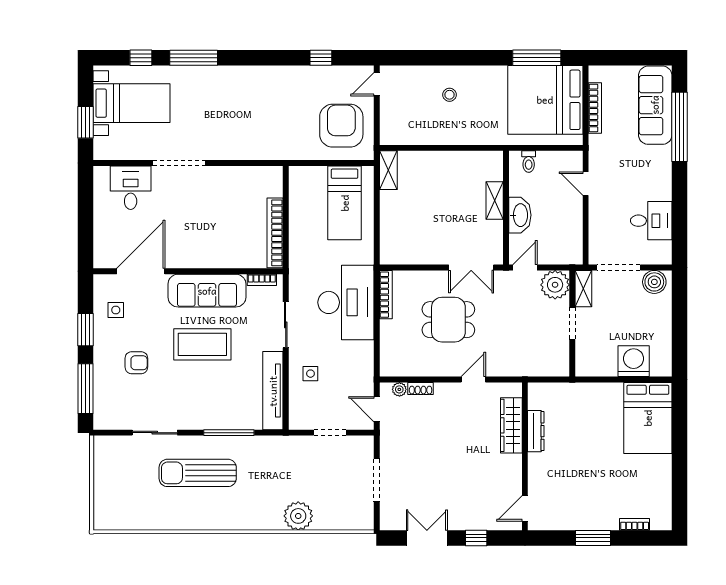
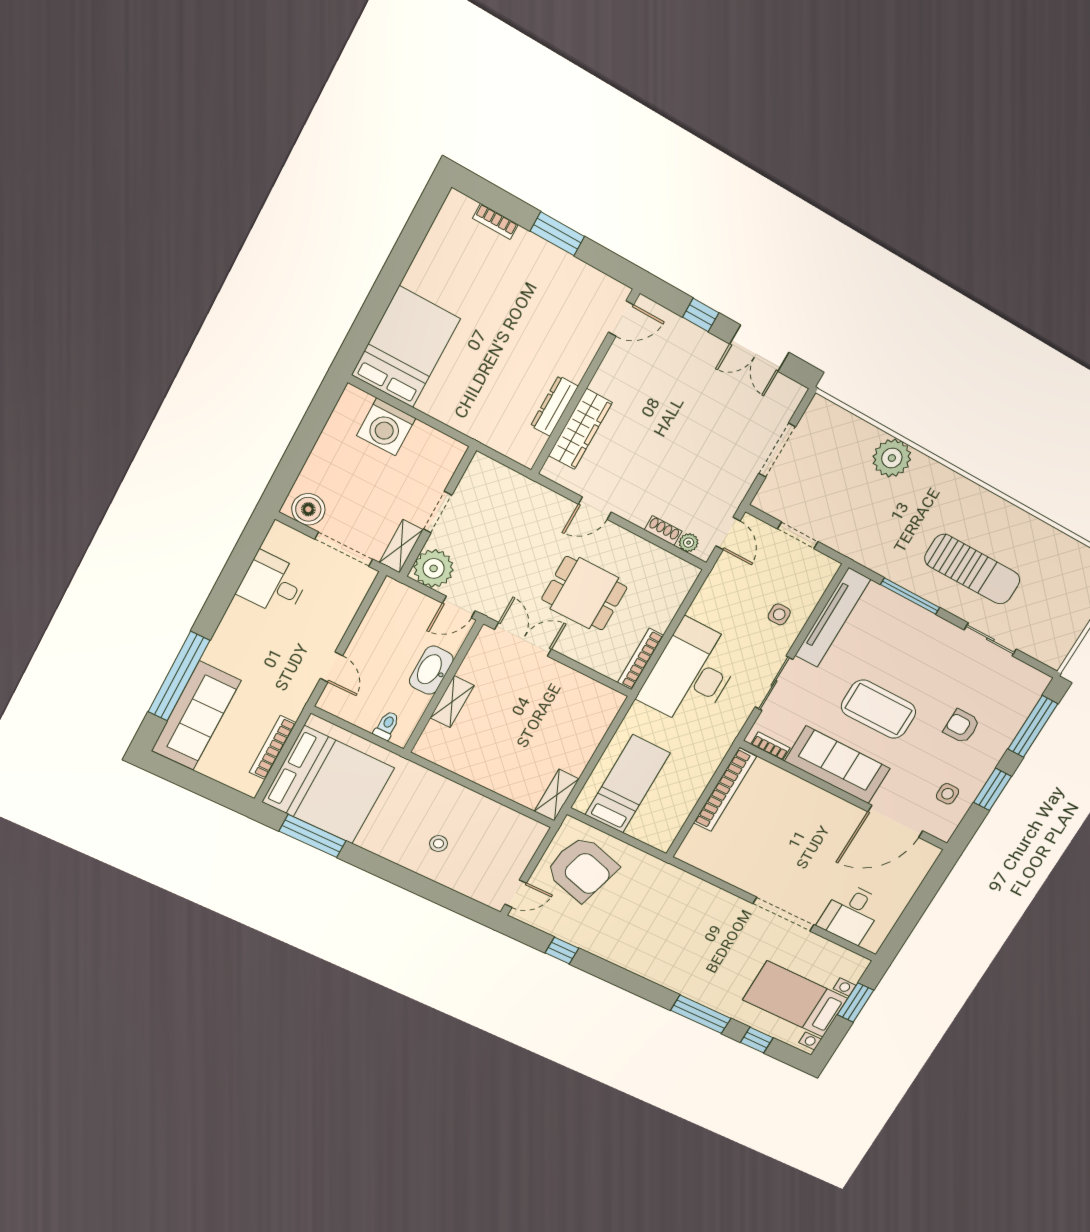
armchair: (341, 126) -> (582, 869), turned -74

